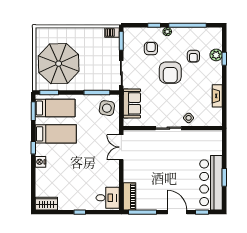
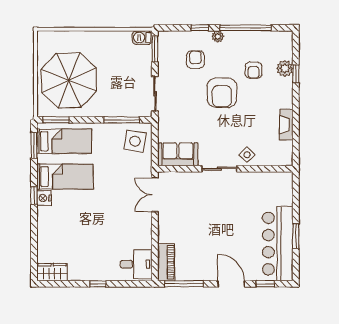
sofa: (132, 103) -> (178, 154), moved, turned -90
nightstand: (40, 162) -> (44, 198), moved

